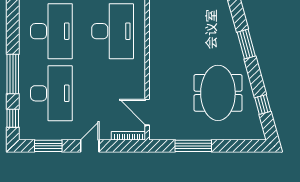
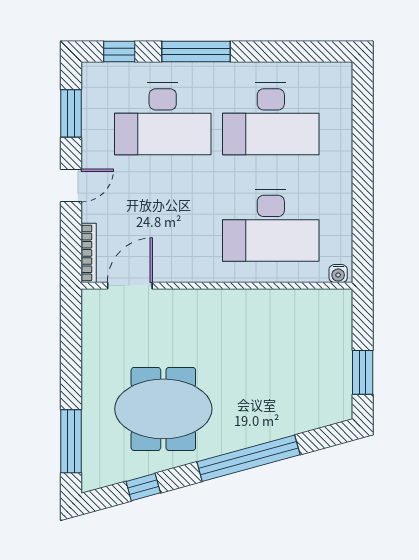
window: (246, 44) -> (248, 458), width x2.11
door: (90, 146) -> (71, 186), hinge flipped
window: (193, 146) -> (71, 441), moved

